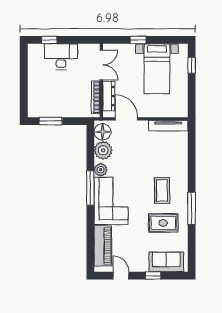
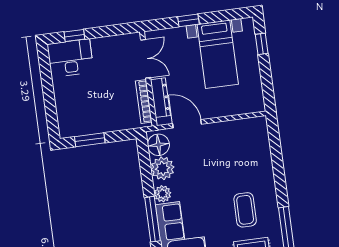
desk: (61, 57) -> (70, 58), moved
tv unit: (168, 126) -> (242, 125), removed

